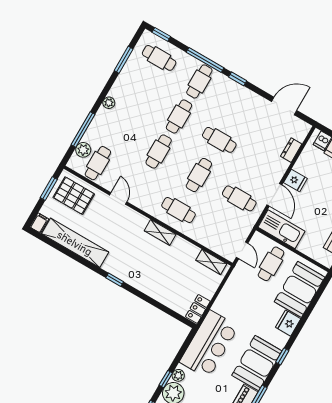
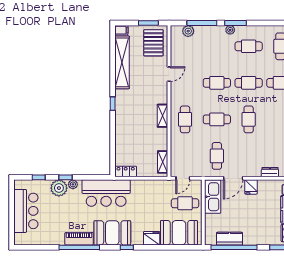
window: (124, 60) -> (235, 23), moved
cafe table: (98, 163) -> (249, 46), moved

